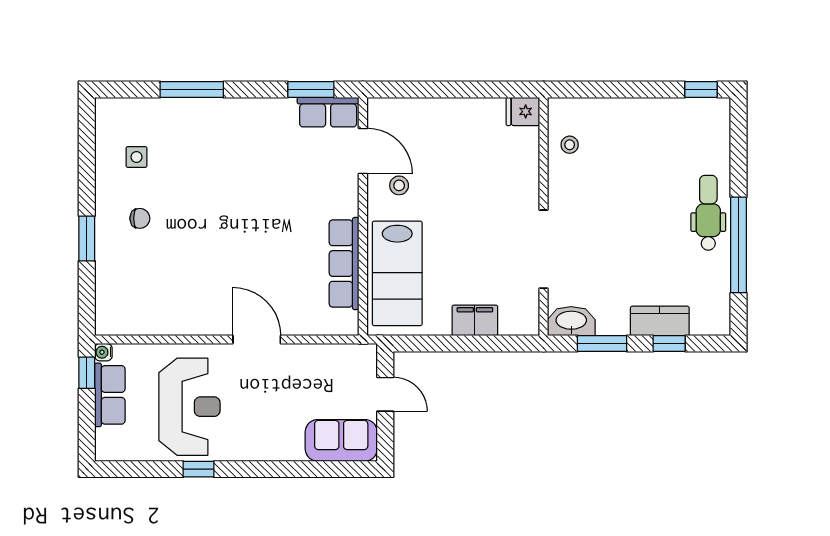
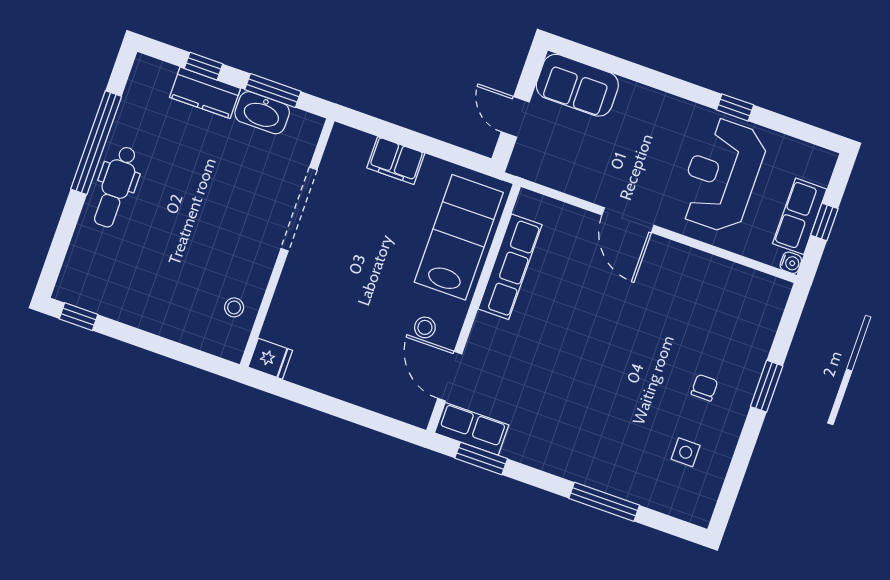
chair: (140, 218) -> (704, 388), turned 90
washbasin: (571, 321) -> (262, 113), moved
window: (87, 373) -> (824, 222), moved

